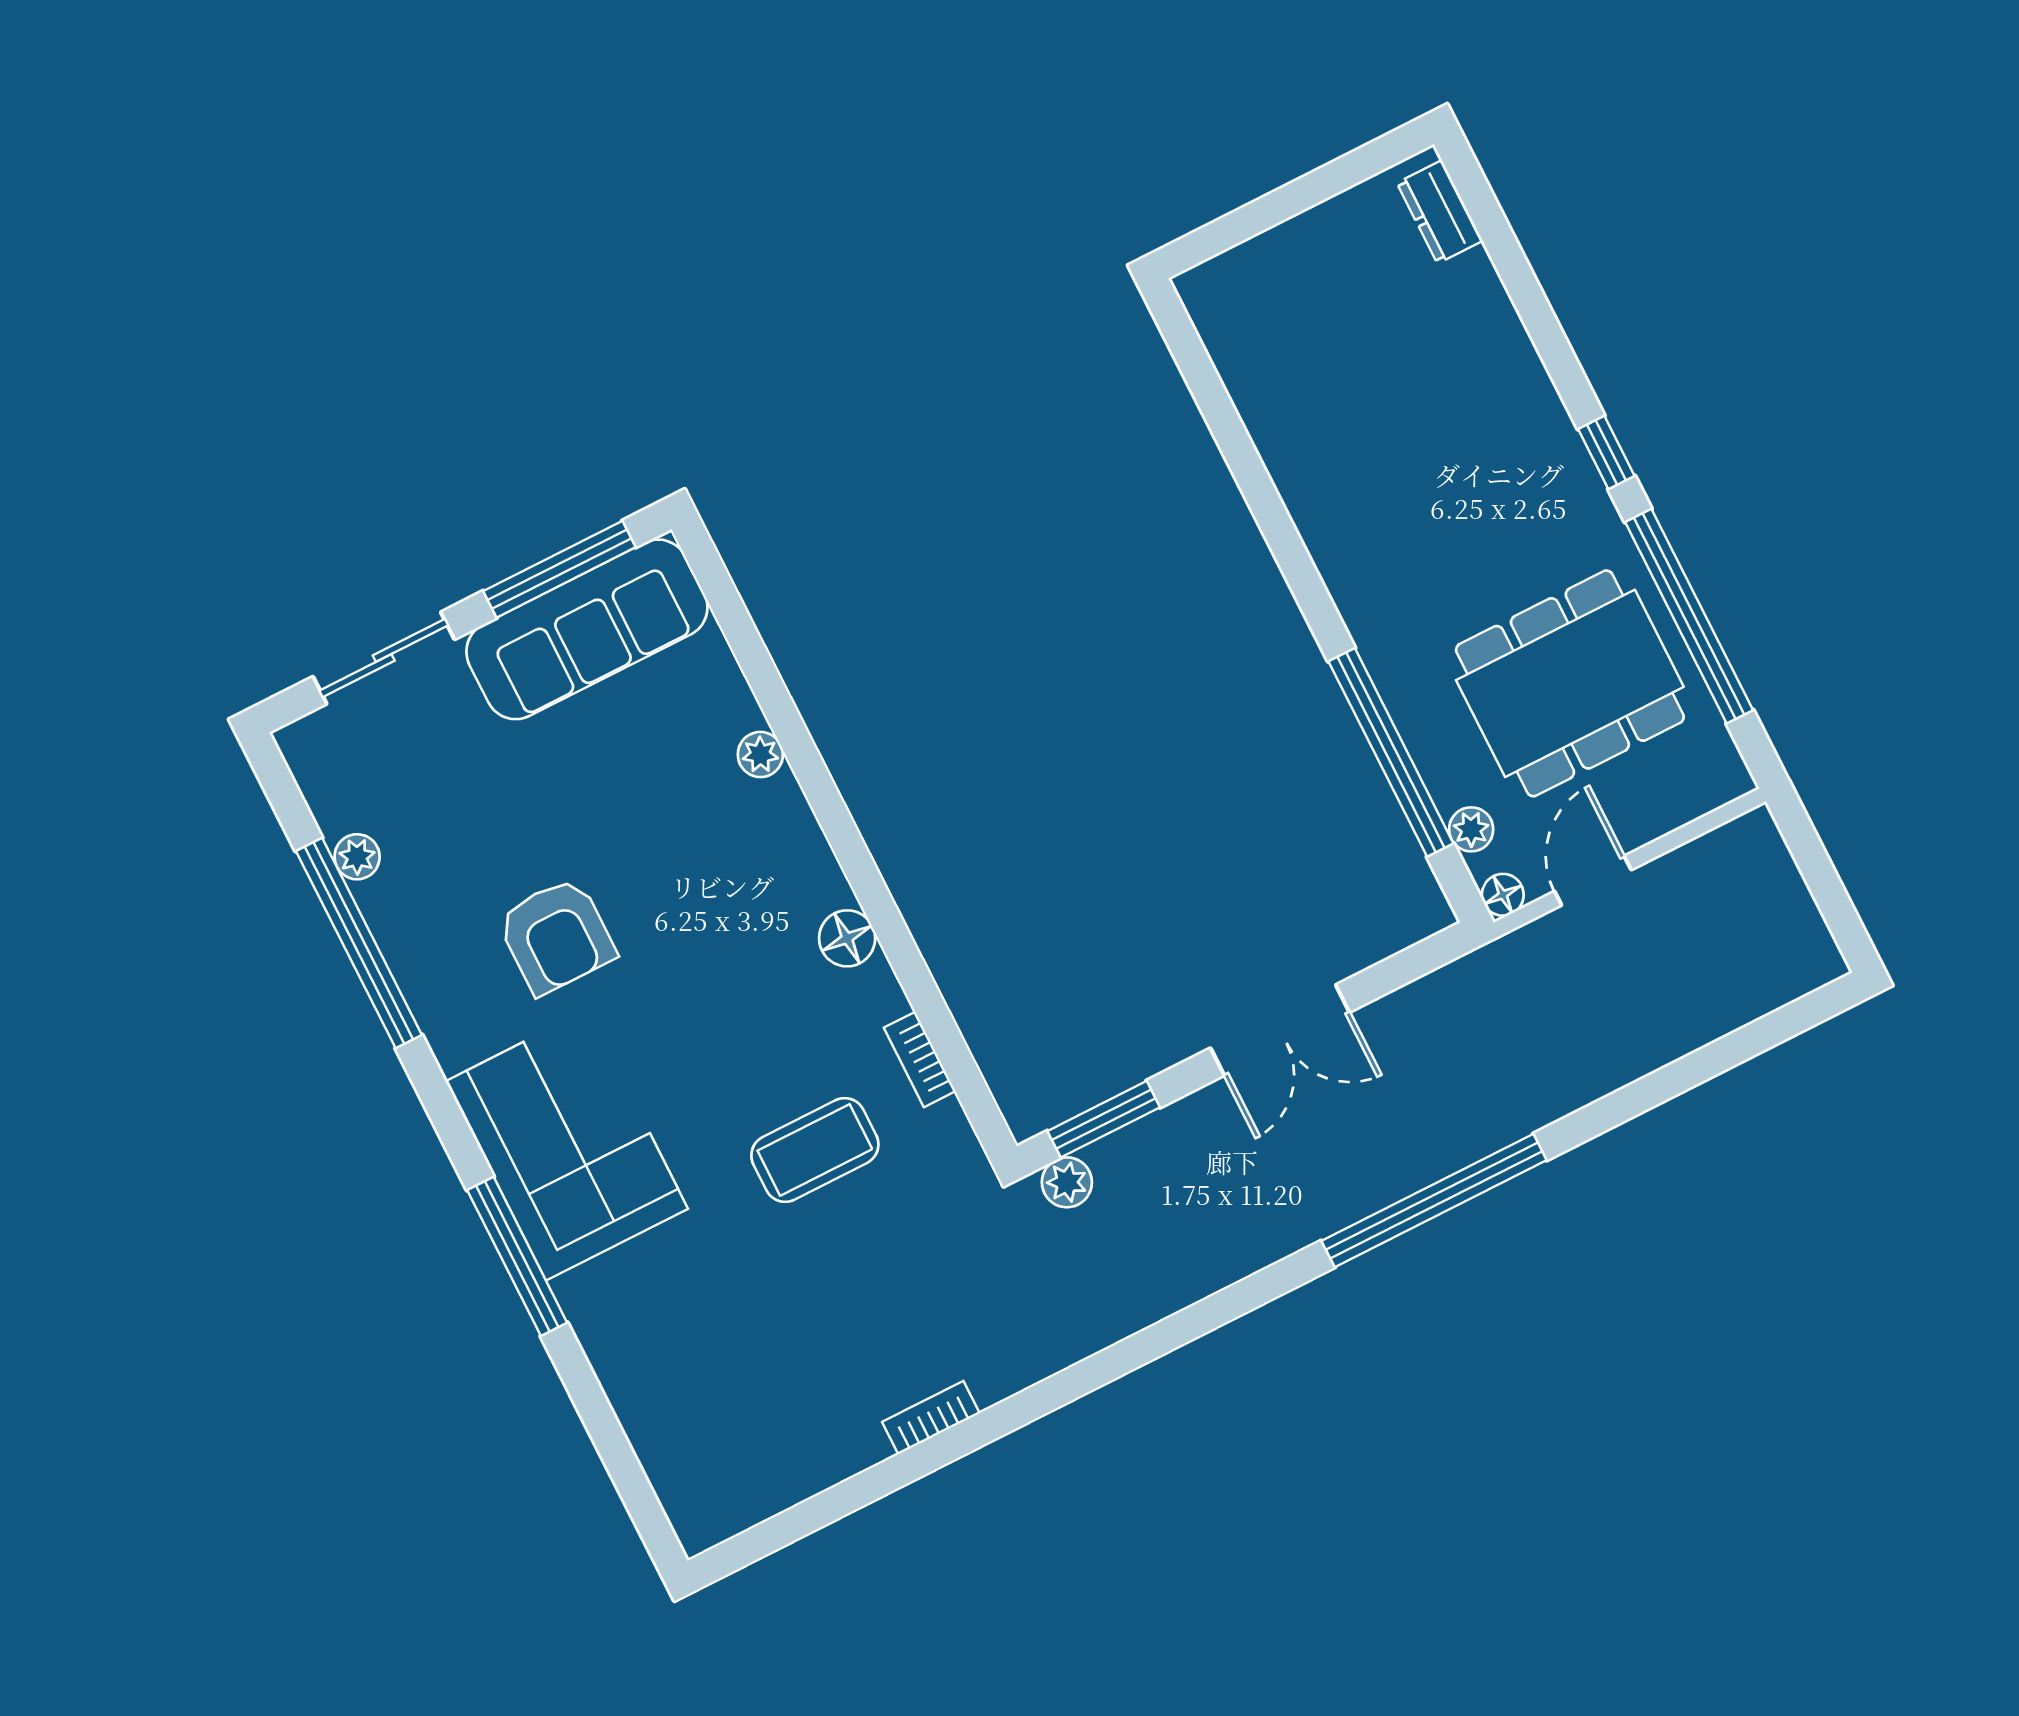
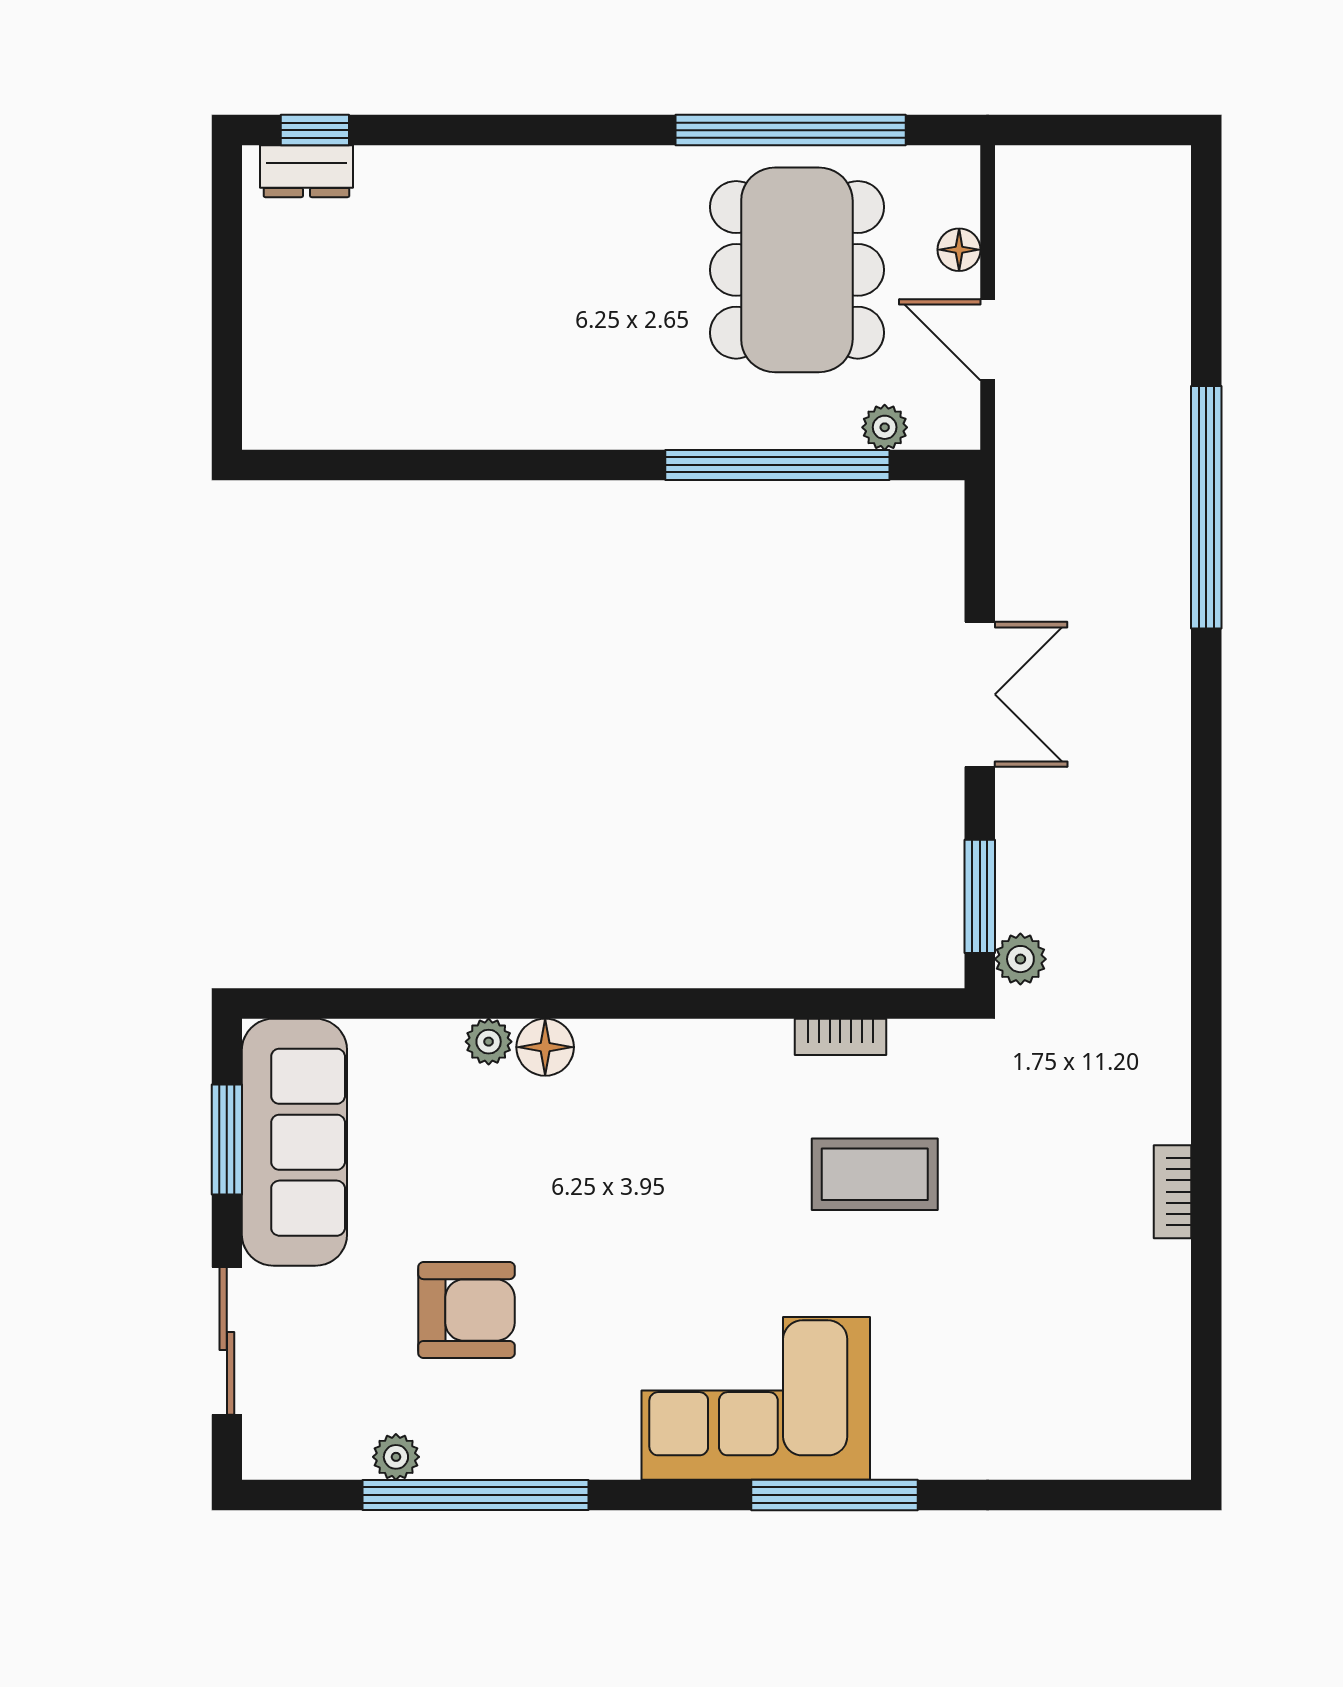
window: (1606, 452) -> (315, 130), moved
window: (559, 569) -> (227, 1140), width x0.69
floor lamp: (1503, 895) -> (959, 250), moved
armchair: (556, 936) -> (467, 1310), moved
floor lamp: (847, 938) -> (545, 1047), moved
coffee table: (815, 1150) -> (875, 1174), turned 90
window: (1434, 1200) -> (1206, 507), moved

